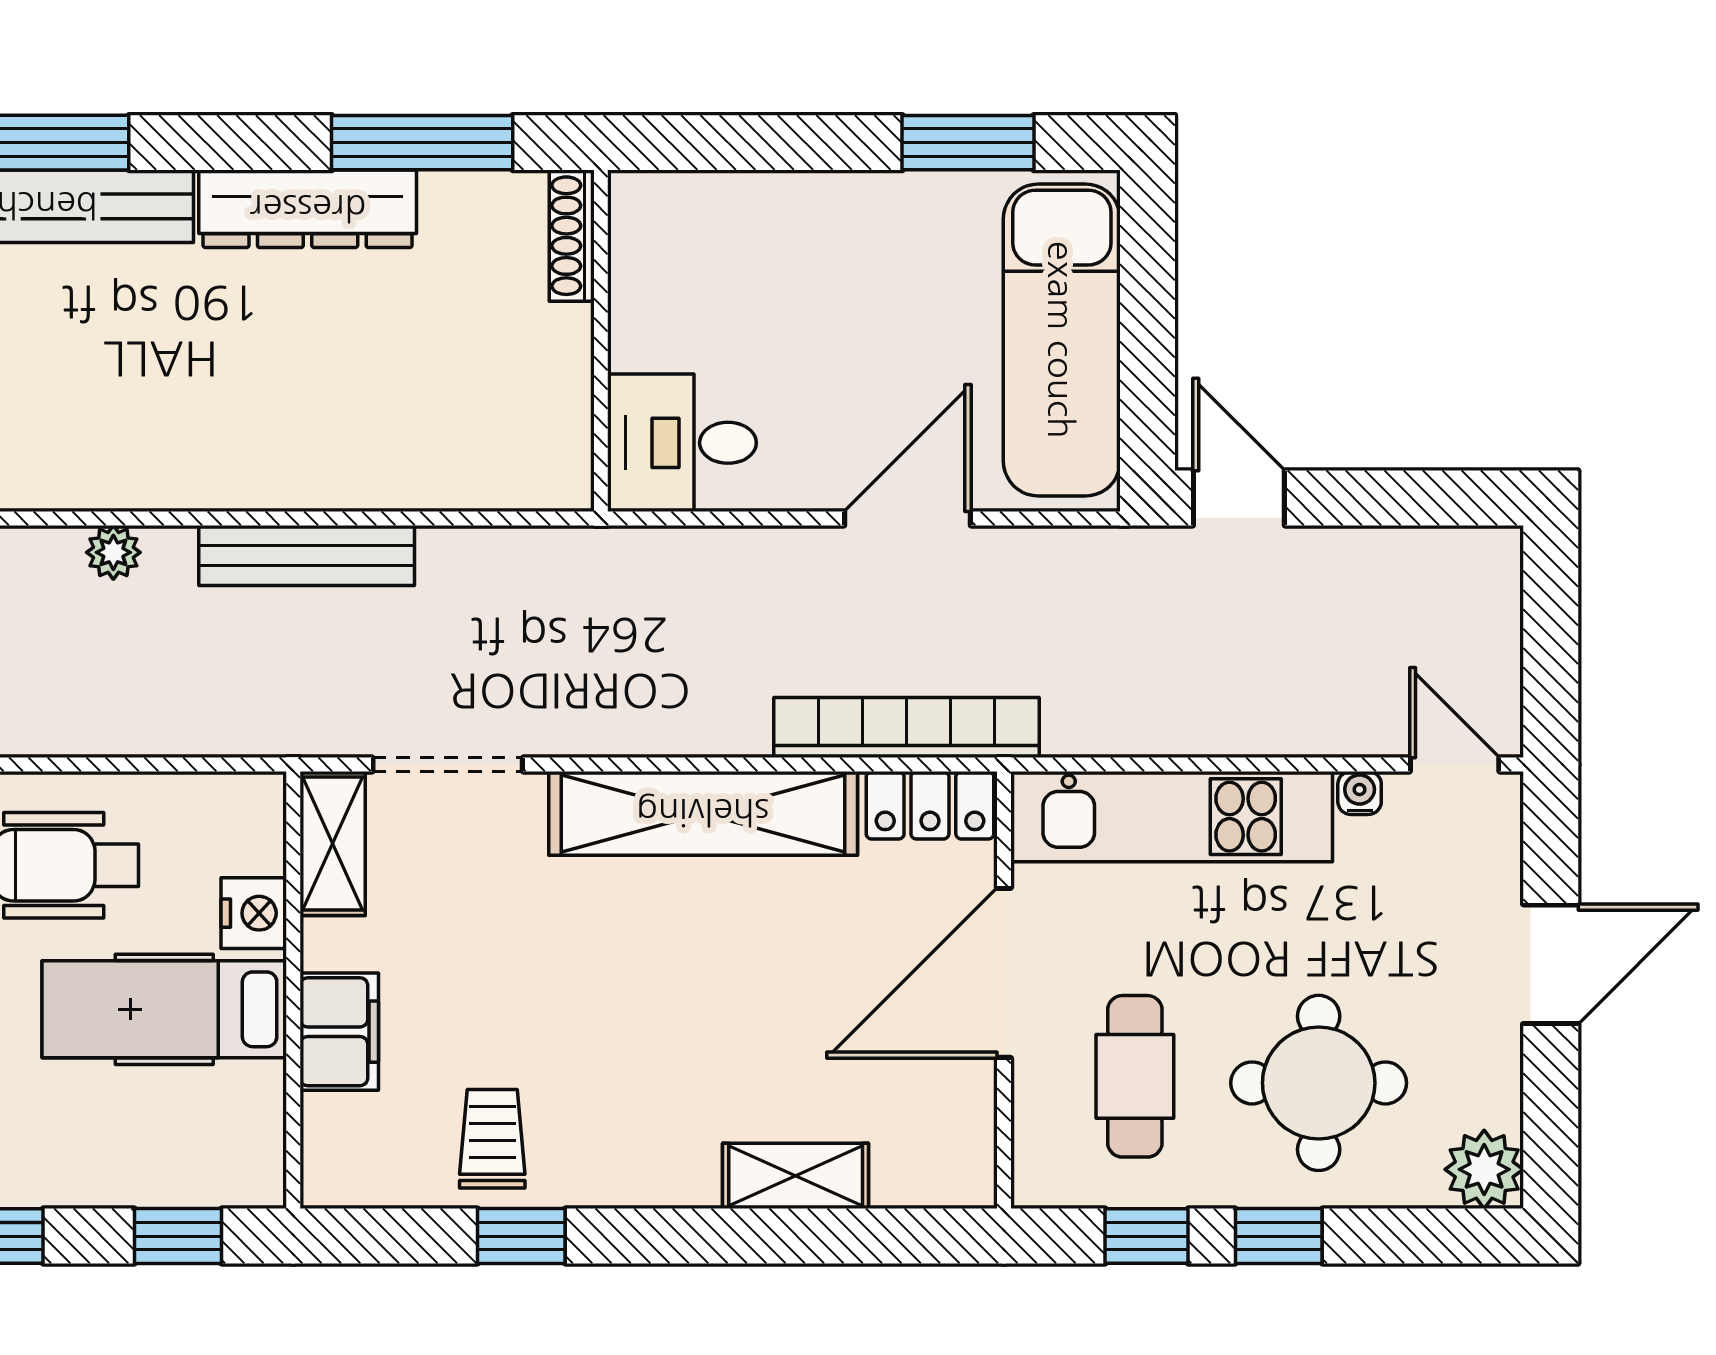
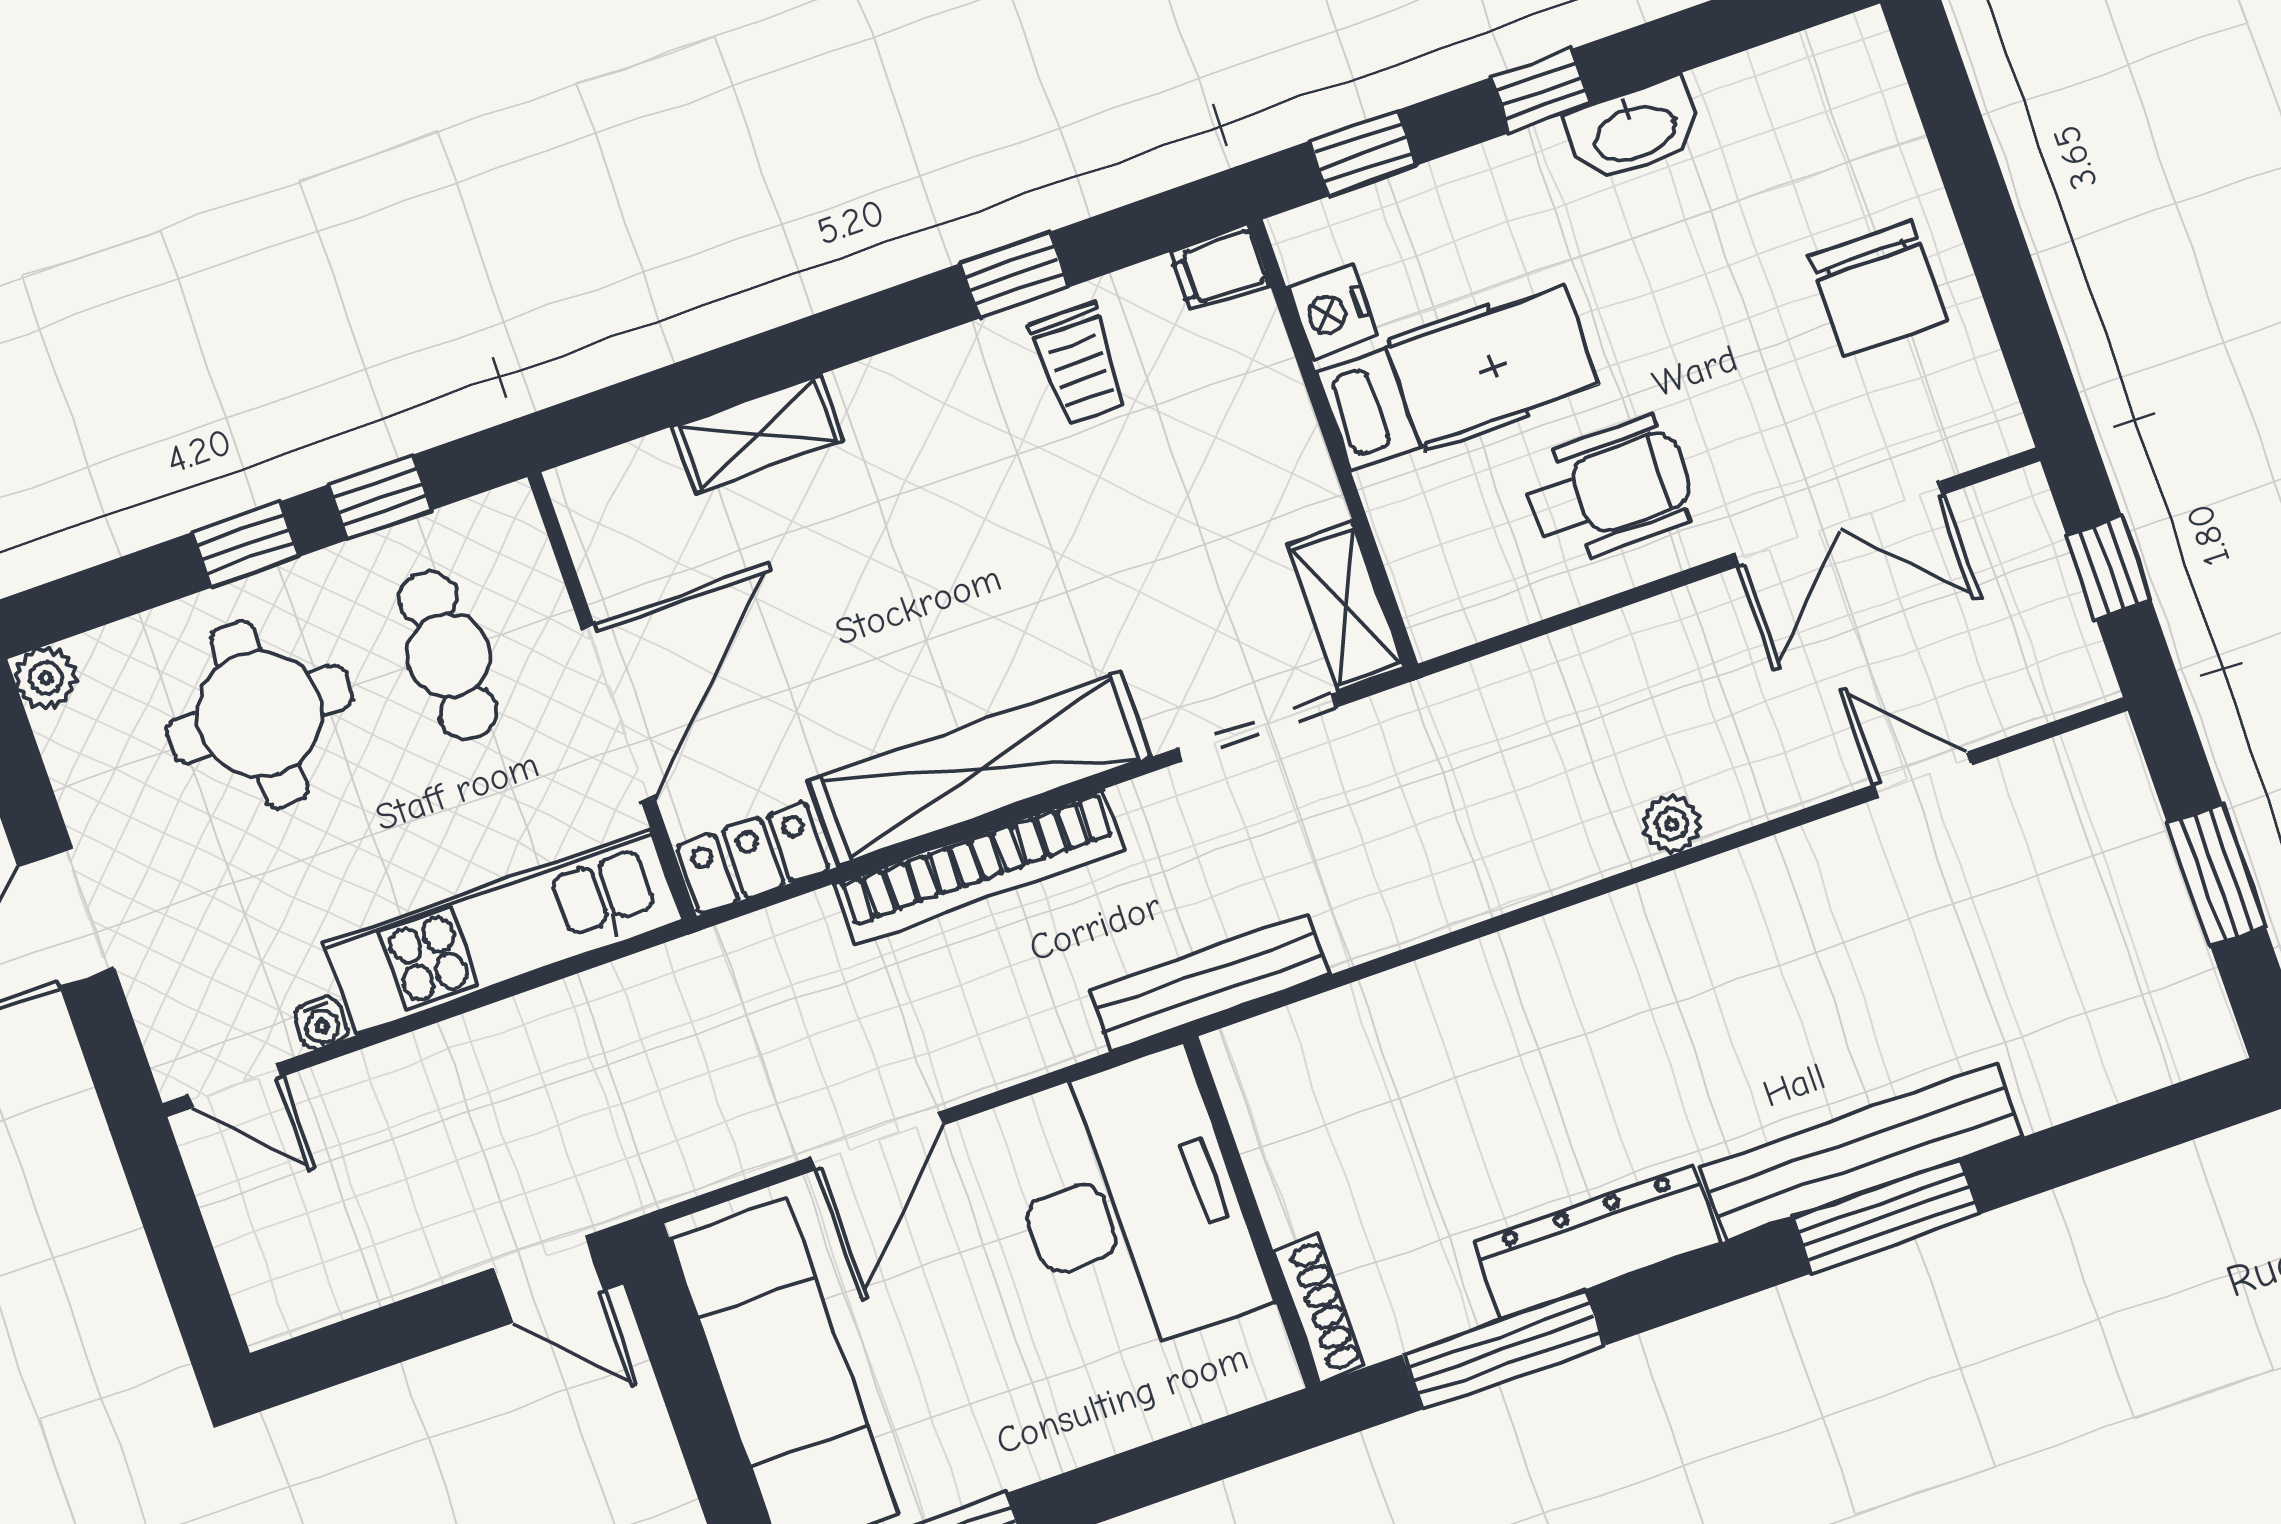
desk: (682, 443) -> (1132, 1206), width x1.87, depth x1.30
bench: (307, 555) -> (1209, 983), moved
bookcase: (906, 728) -> (979, 867), moved
nightstand: (254, 913) -> (1332, 313), moved
filing cabinet: (339, 1032) -> (1219, 268), moved, width x0.50
plant: (1484, 1169) -> (46, 678), width x0.73, depth x0.73

